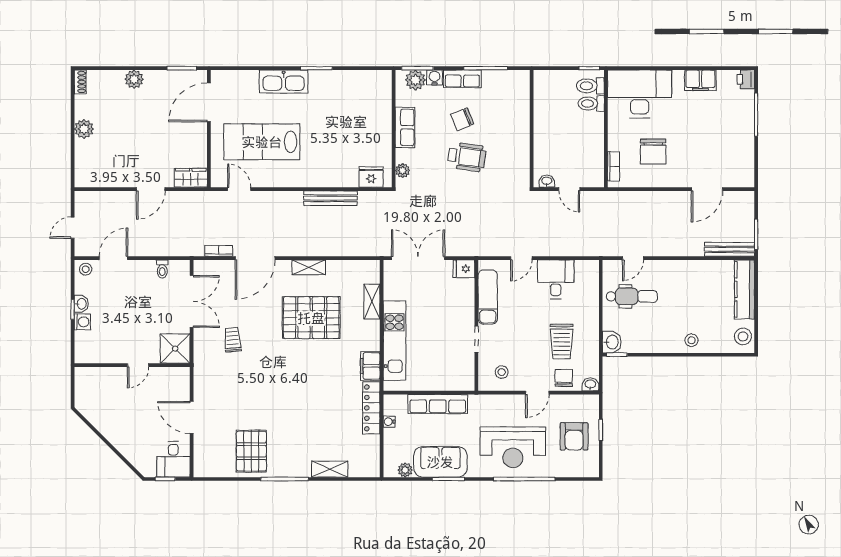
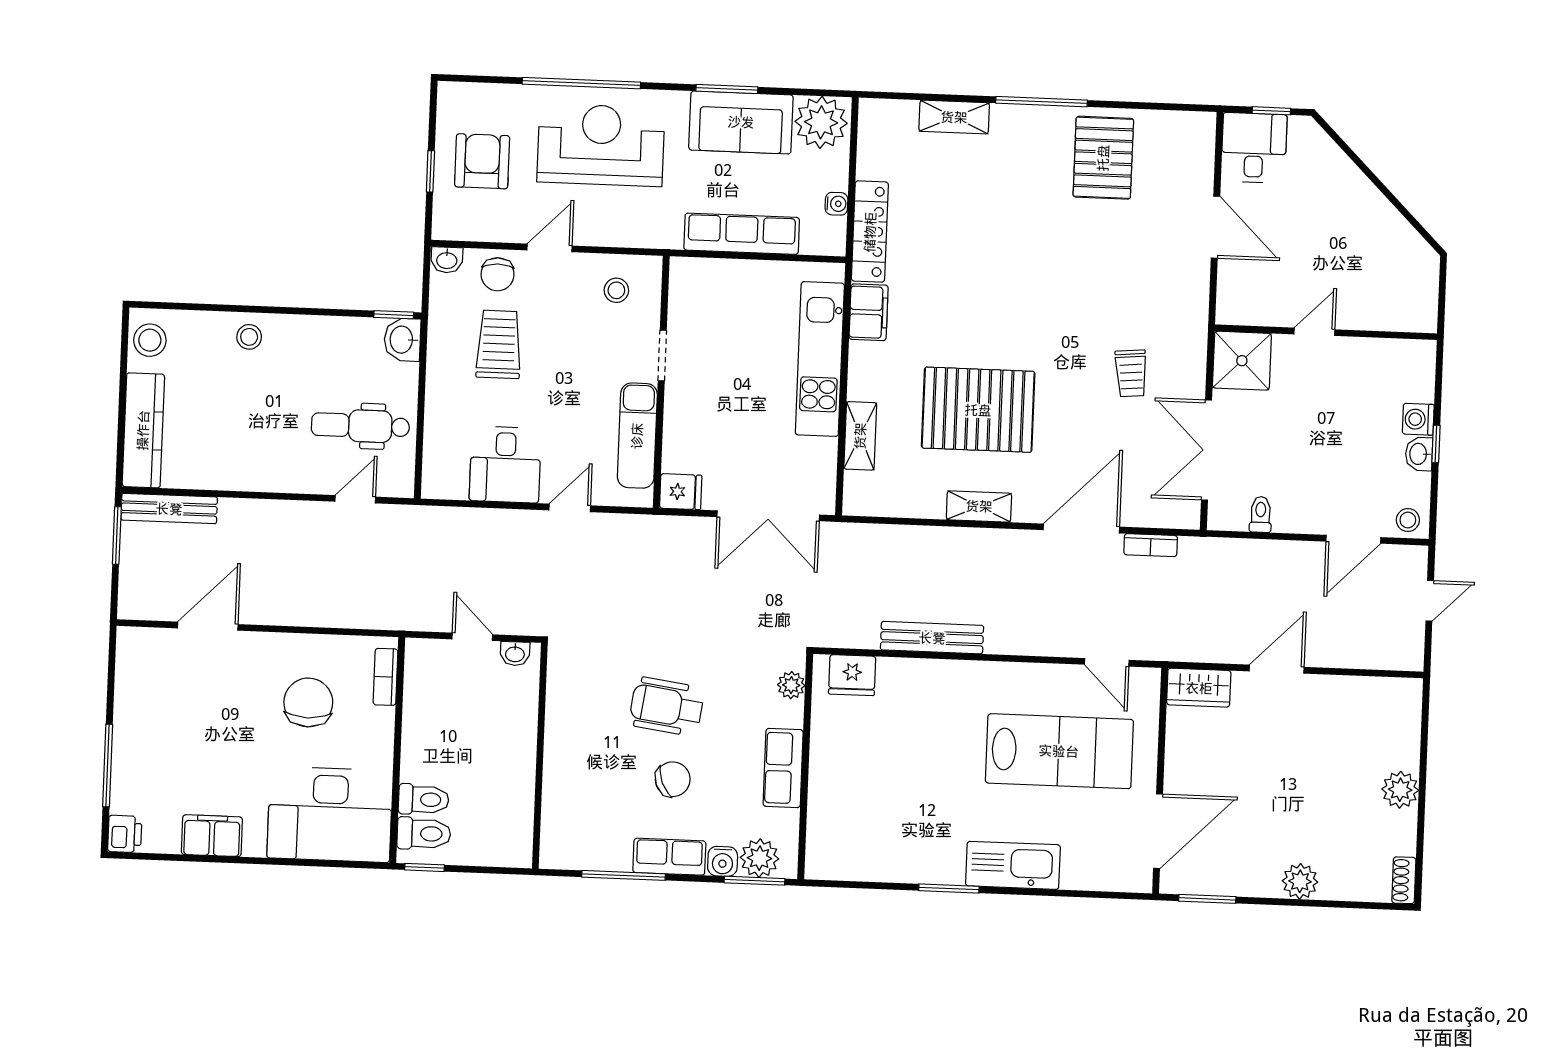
plant: (405, 470) -> (821, 122), width x1.88, depth x1.88

